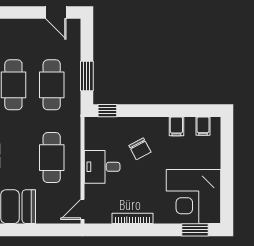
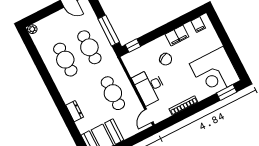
window: (87, 76) -> (109, 30), width x1.44
filing cabinet: (176, 126) -> (177, 36), width x2.00
desk: (102, 167) -> (150, 87), width x1.37

